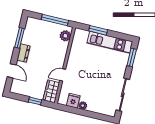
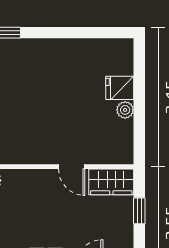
sliding door: (123, 95) -> (83, 33), removed
fridge: (73, 101) -> (120, 88), moved

